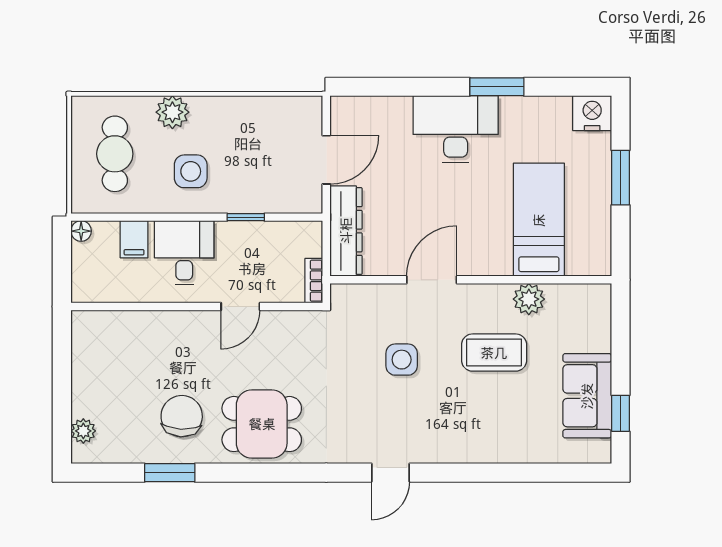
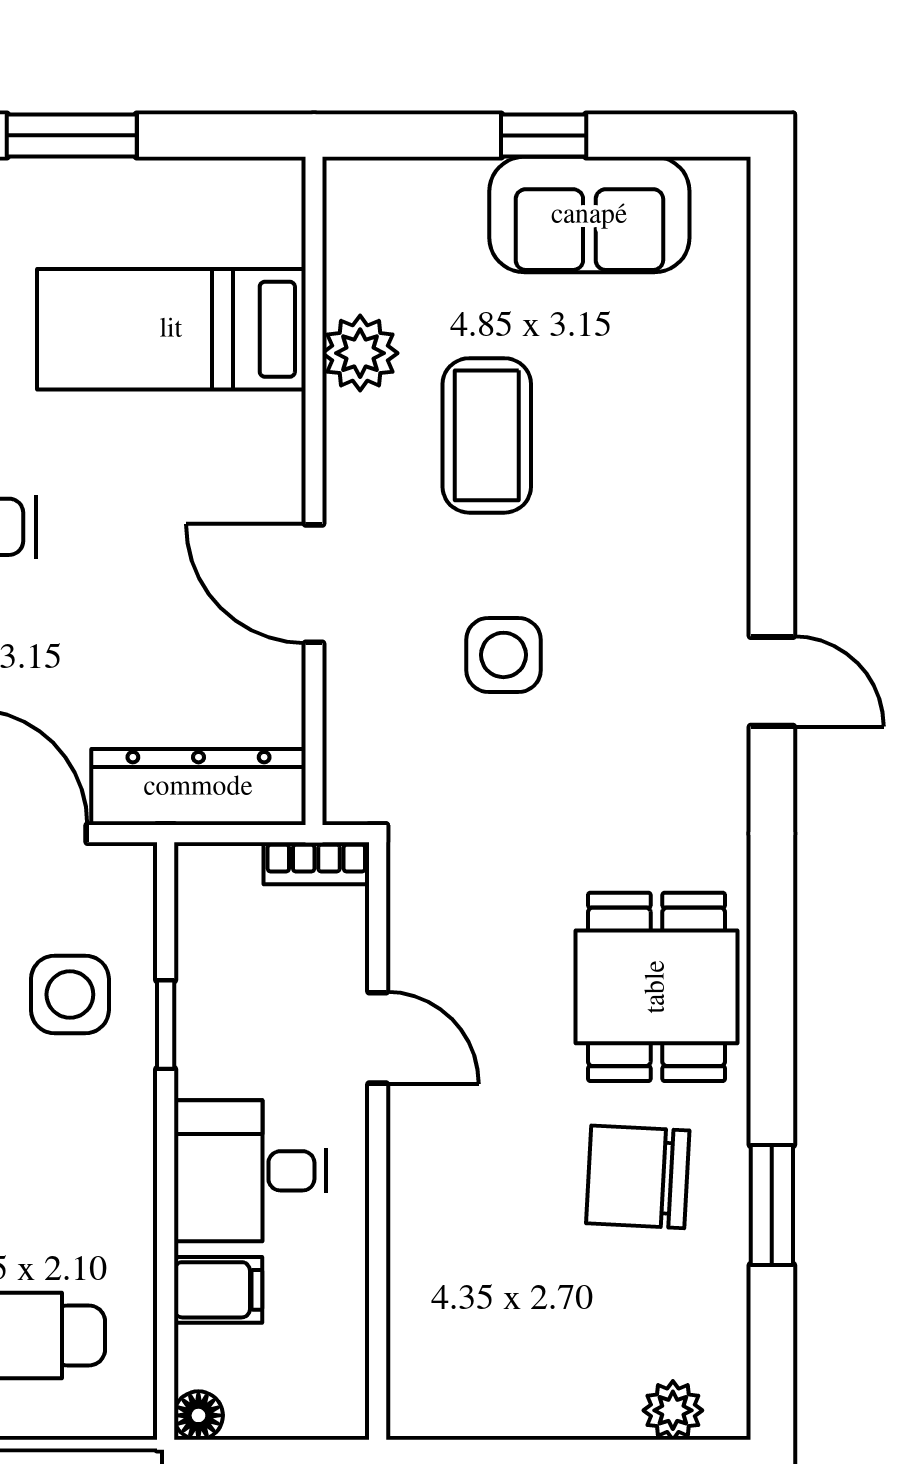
side table: (191, 171) -> (70, 994), moved
window: (621, 413) -> (544, 135), moved

